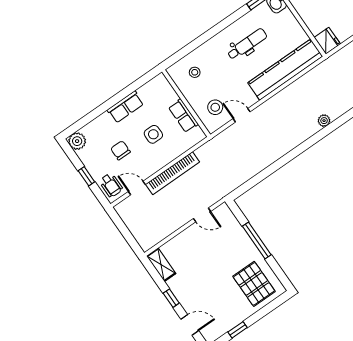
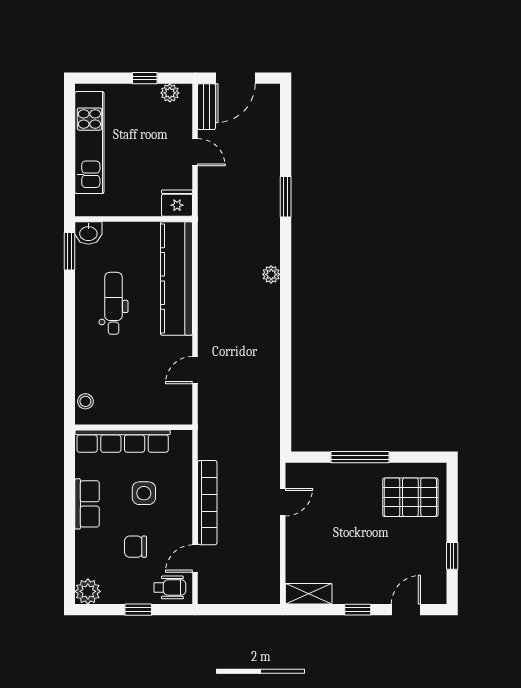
stool: (195, 72) -> (85, 401), moved
stool: (215, 107) -> (163, 395), removed
row of seats: (183, 116) -> (123, 441), width x2.02

